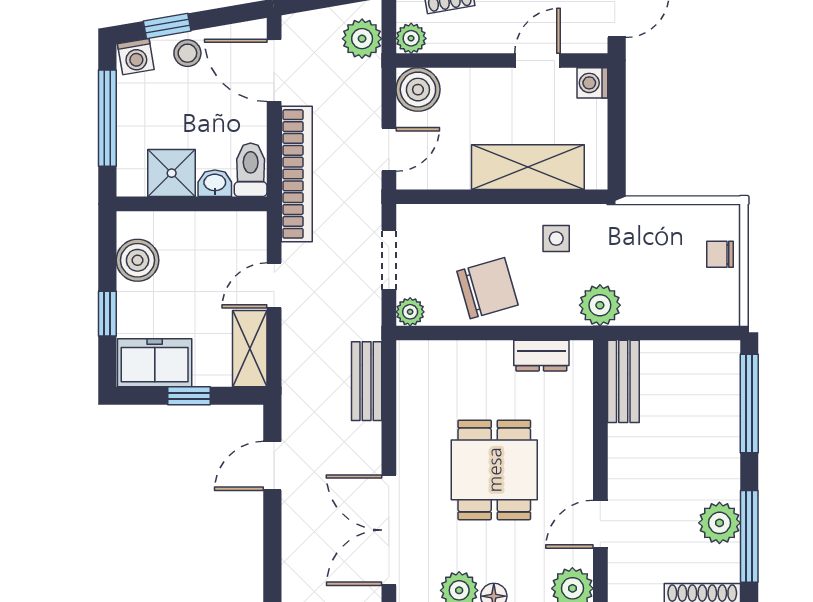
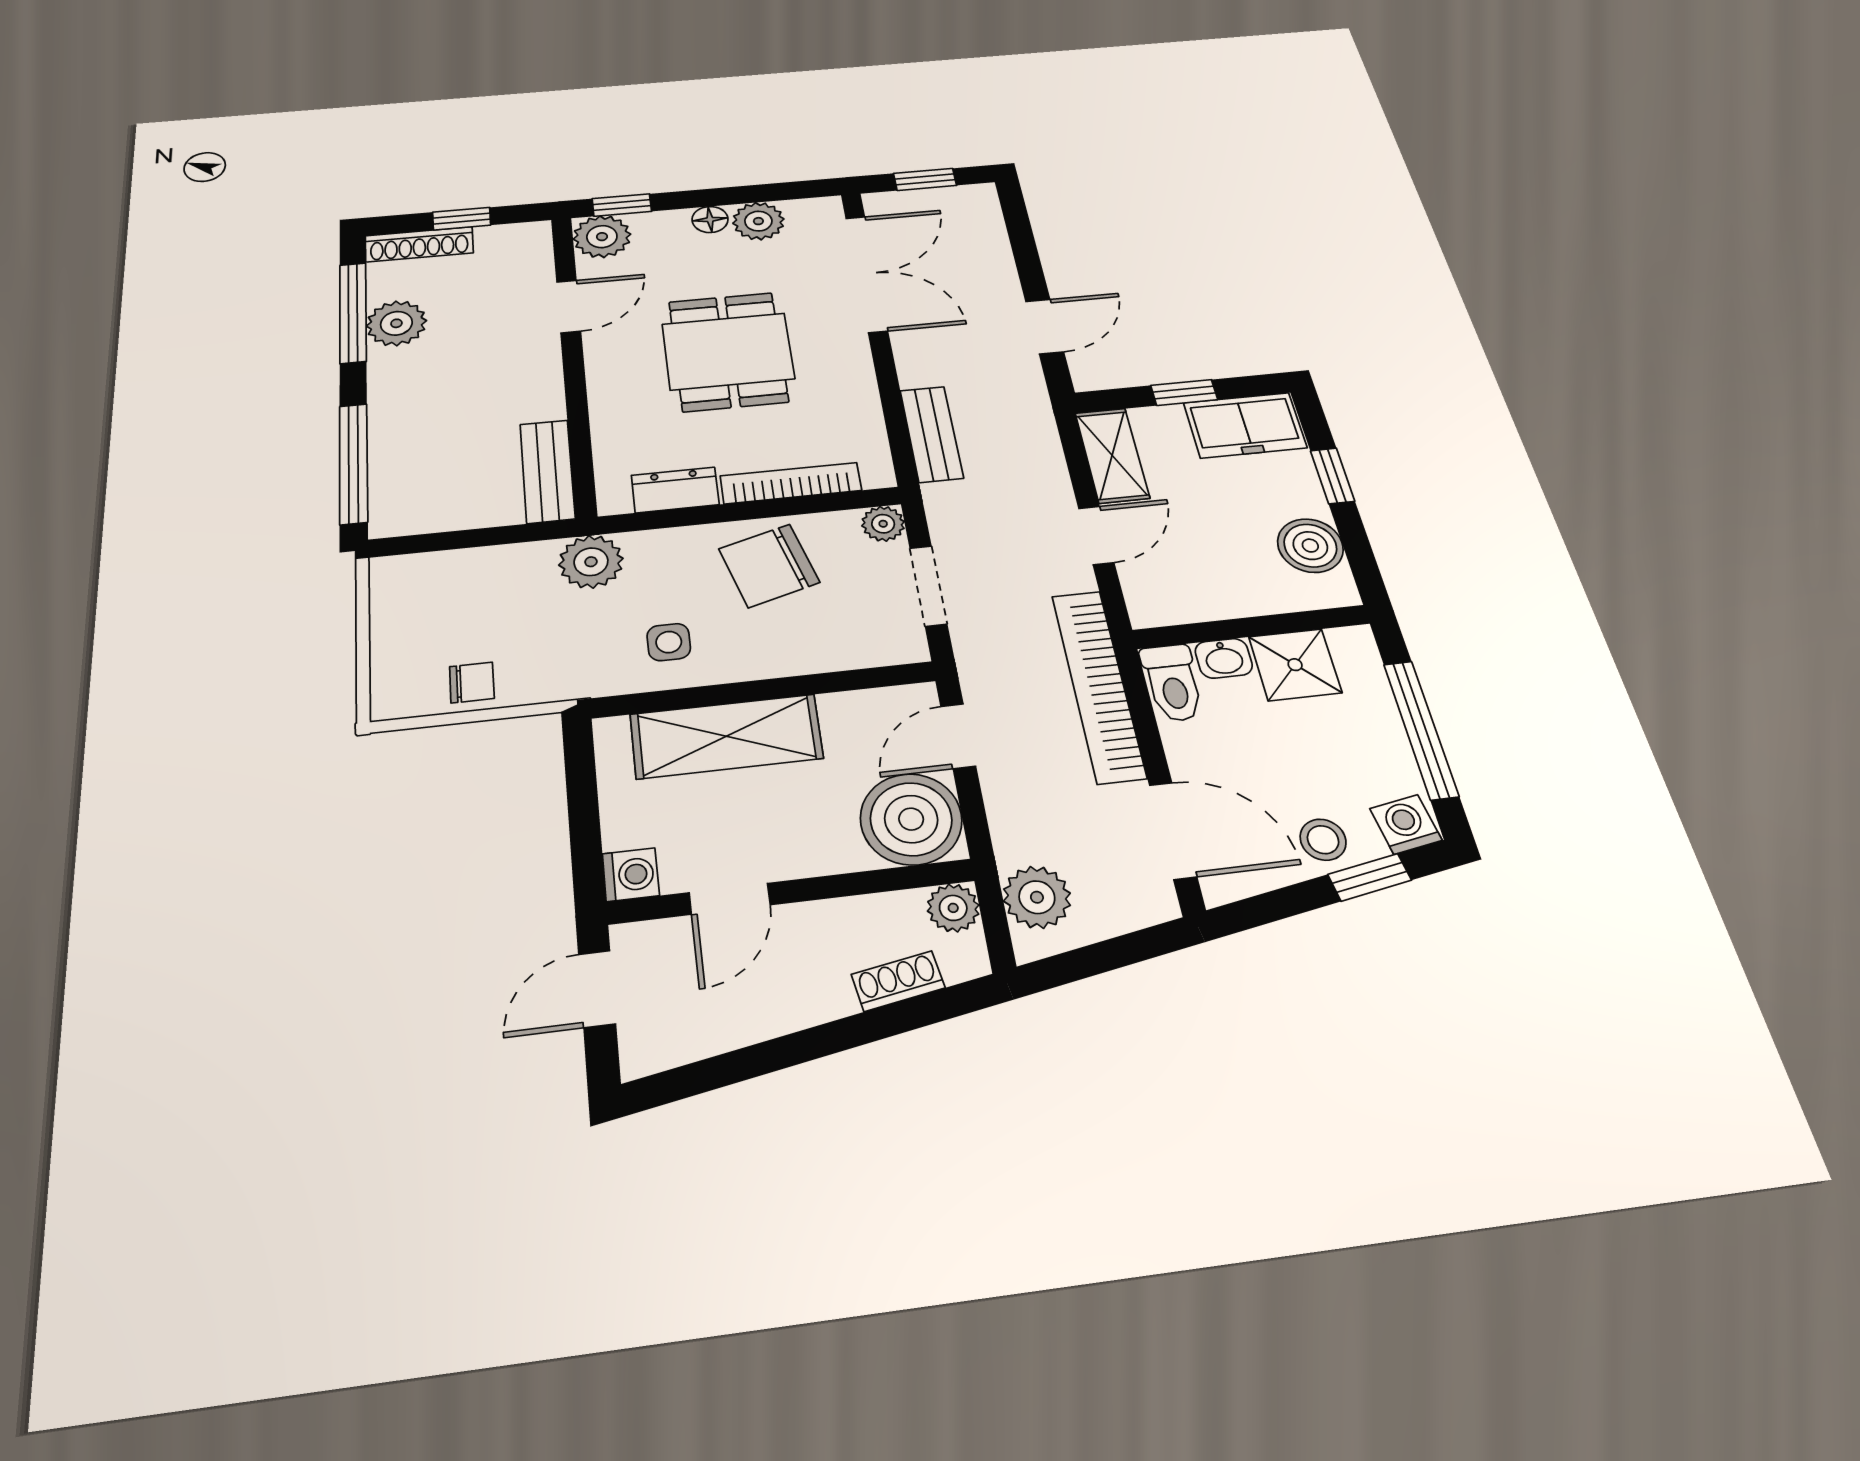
boiler: (418, 90) -> (911, 819), width x1.37, depth x1.37
chair: (720, 254) -> (472, 683), moved
bookcase: (465, 352) -> (791, 483), added

